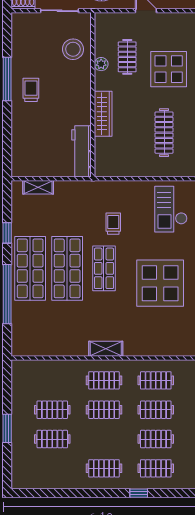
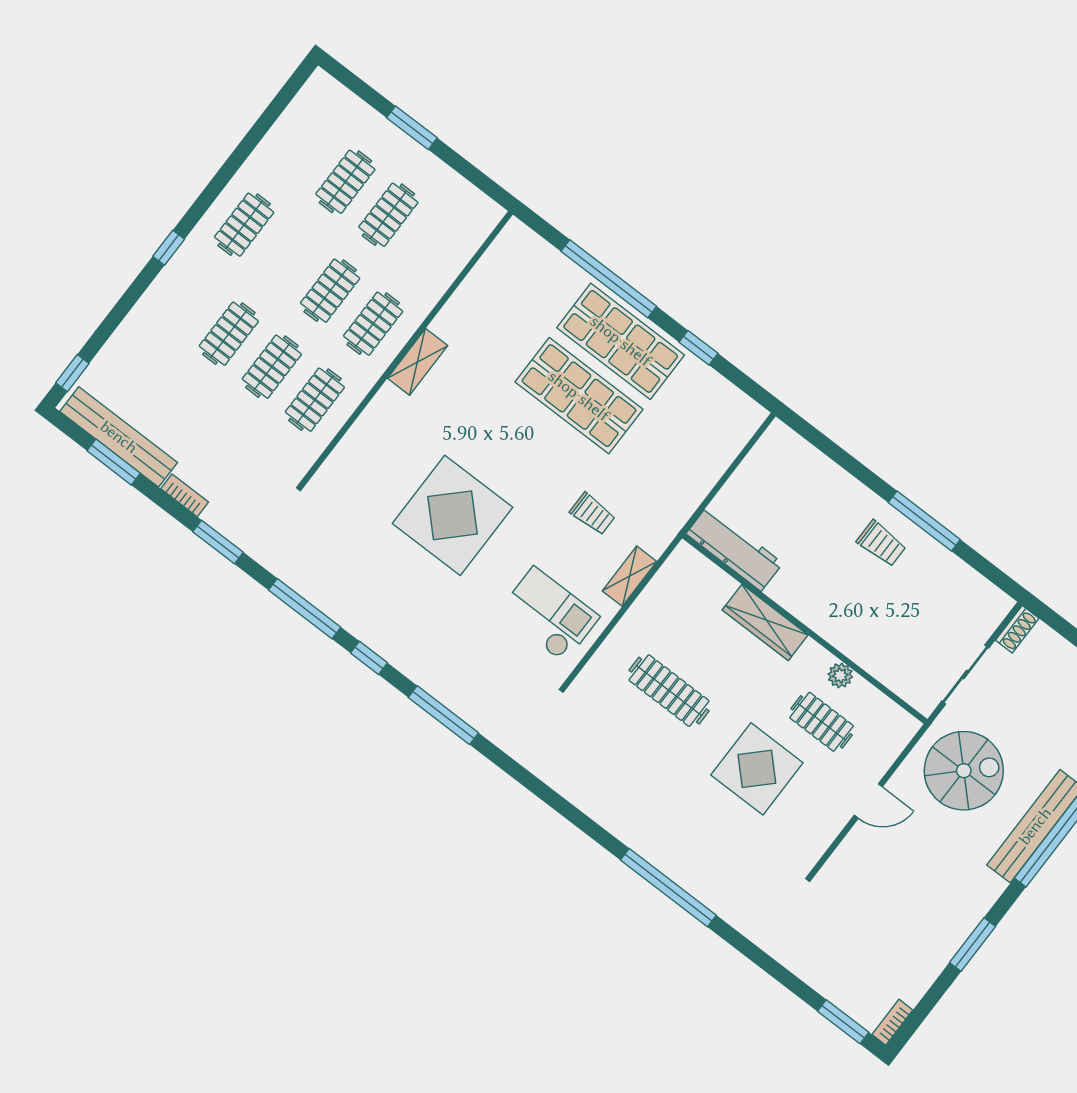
stool: (73, 49) -> (894, 651), removed
shelving: (38, 187) -> (629, 576), moved
shop shelf: (104, 268) -> (537, 450), removed
clothes rail: (156, 468) -> (186, 301), removed

